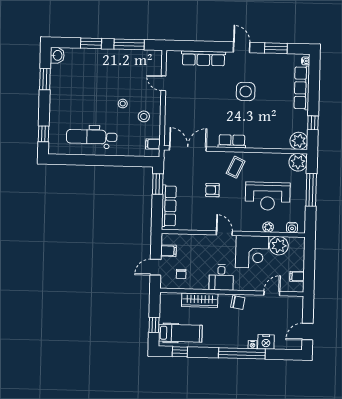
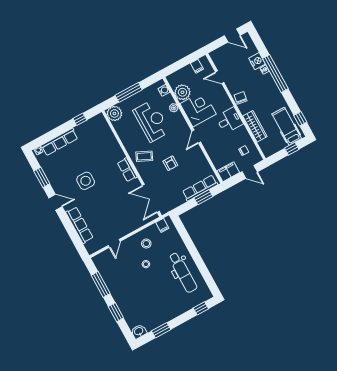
door: (242, 47) -> (55, 202), swing flipped
plant: (299, 141) -> (99, 122), removed
window: (158, 184) -> (203, 197), moved
filing cabinet: (168, 251) -> (228, 172), width x2.00

